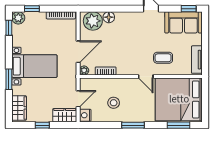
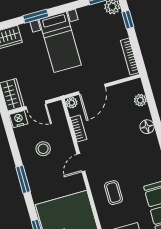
floor lamp: (109, 17) -> (147, 127), moved
plant: (93, 21) -> (140, 100), width x0.53, depth x0.53
door: (78, 52) -> (92, 89), hinge flipped
door: (146, 76) -> (81, 163), moved

